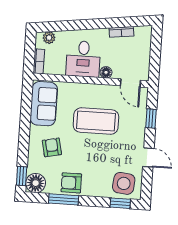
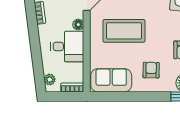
coffee table: (96, 121) -> (124, 31), turned 90
armchair: (52, 147) -> (151, 70), turned 103

